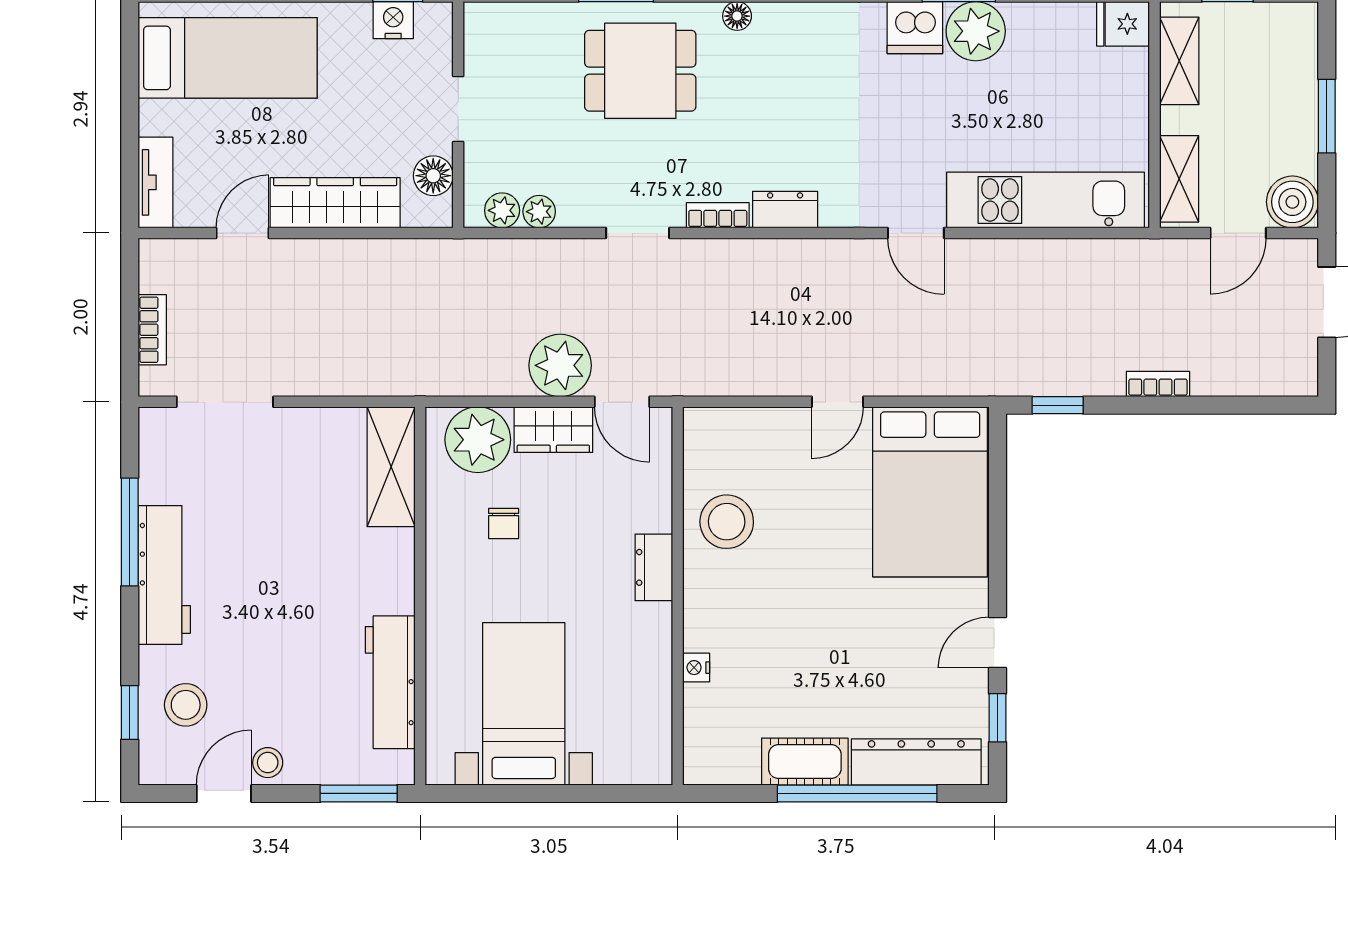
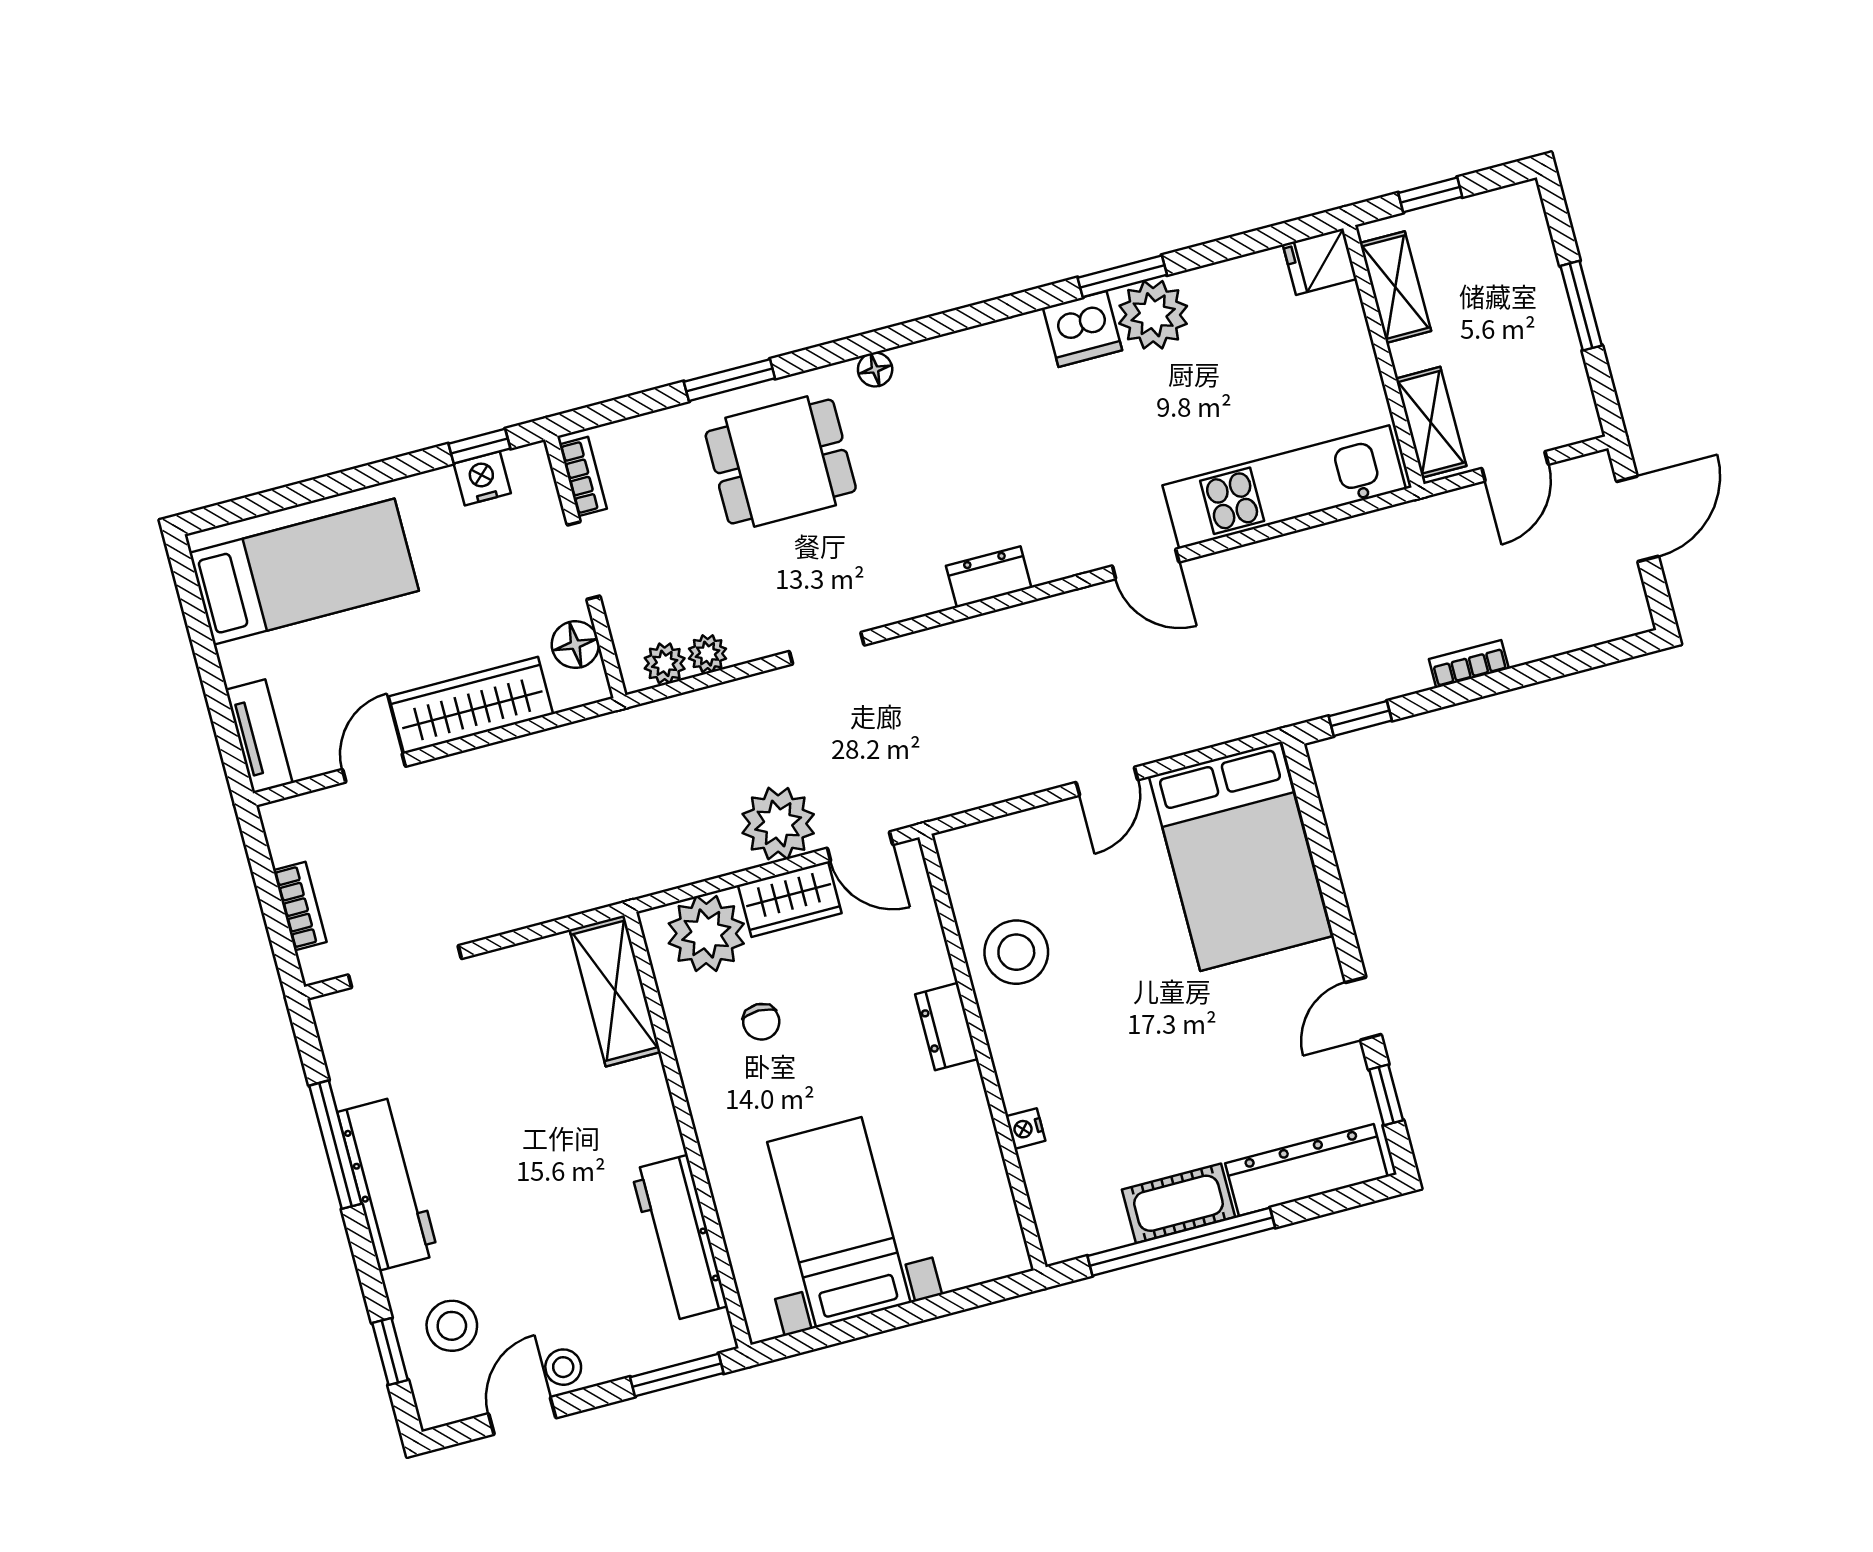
boiler: (1292, 202) -> (1568, 414), removed
bookcase: (718, 215) -> (583, 477), moved, turned 90
window: (857, 793) -> (1181, 1242), moved

